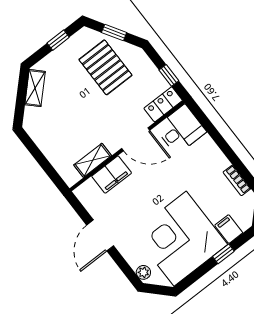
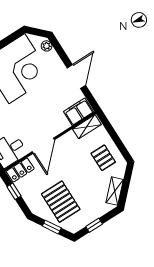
pallet: (54, 131) -> (103, 158), added
door: (136, 139) -> (43, 146), swing flipped
shelving: (93, 160) -> (87, 127), moved
filing cabinet: (112, 175) -> (79, 112), moved

